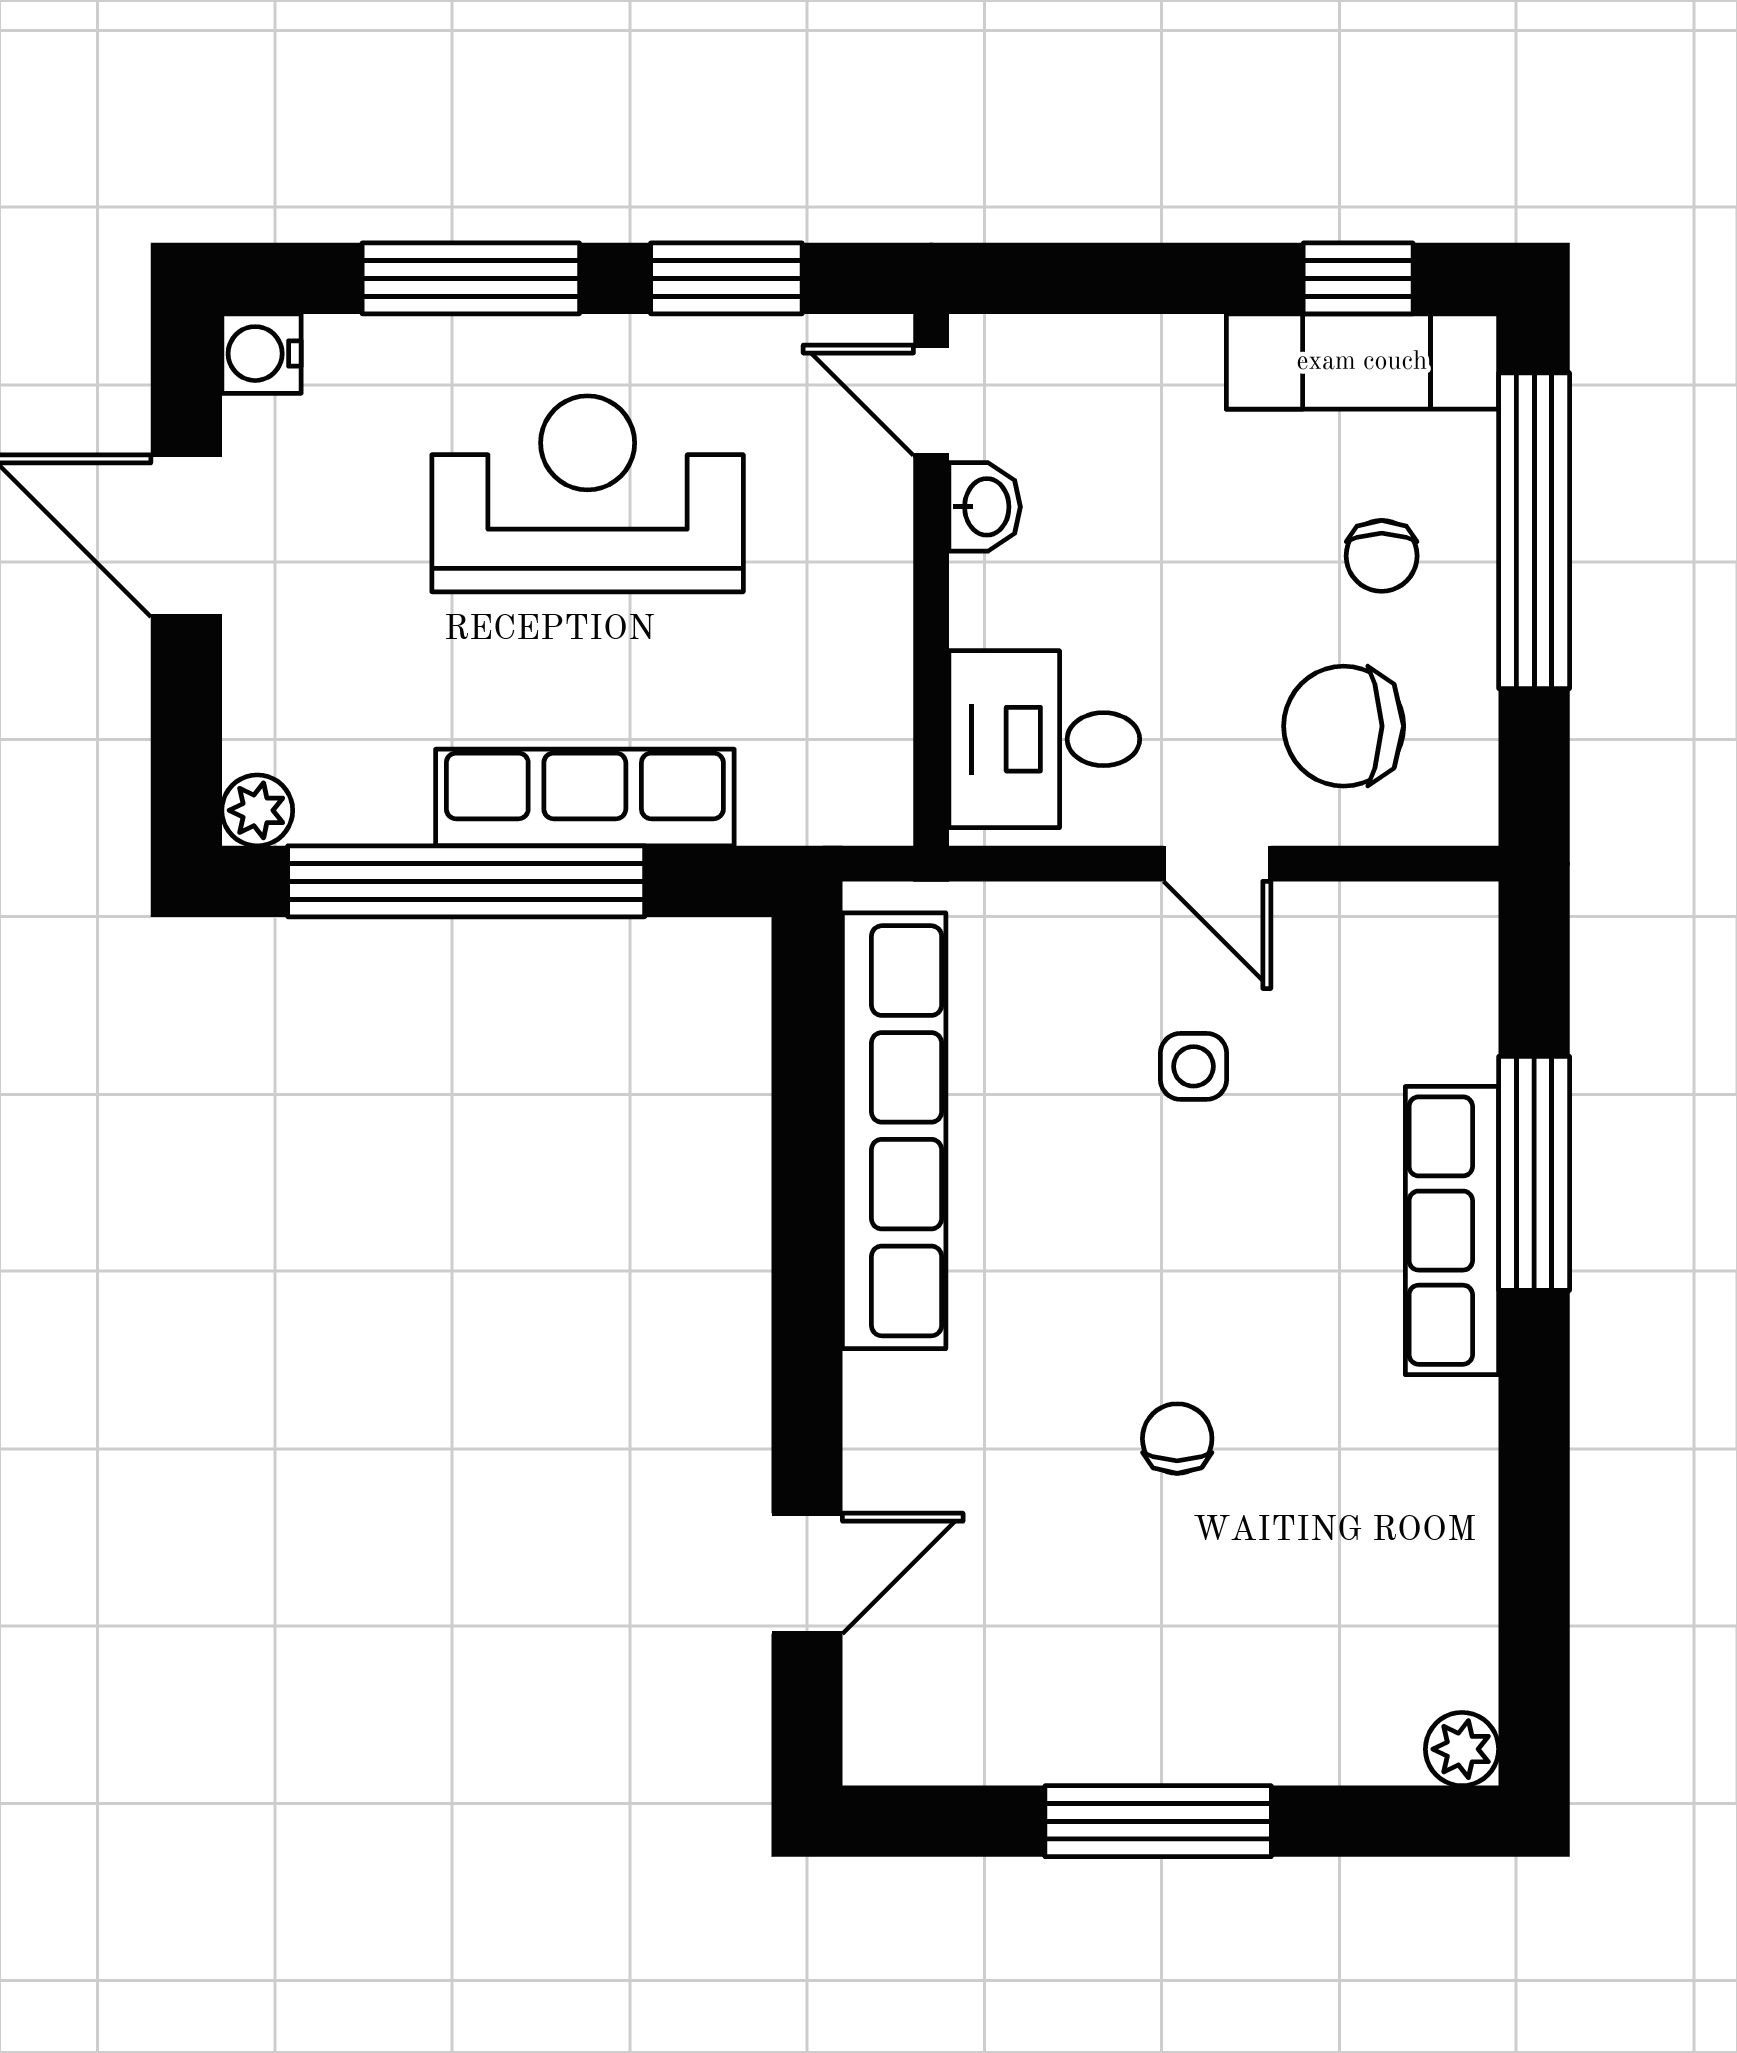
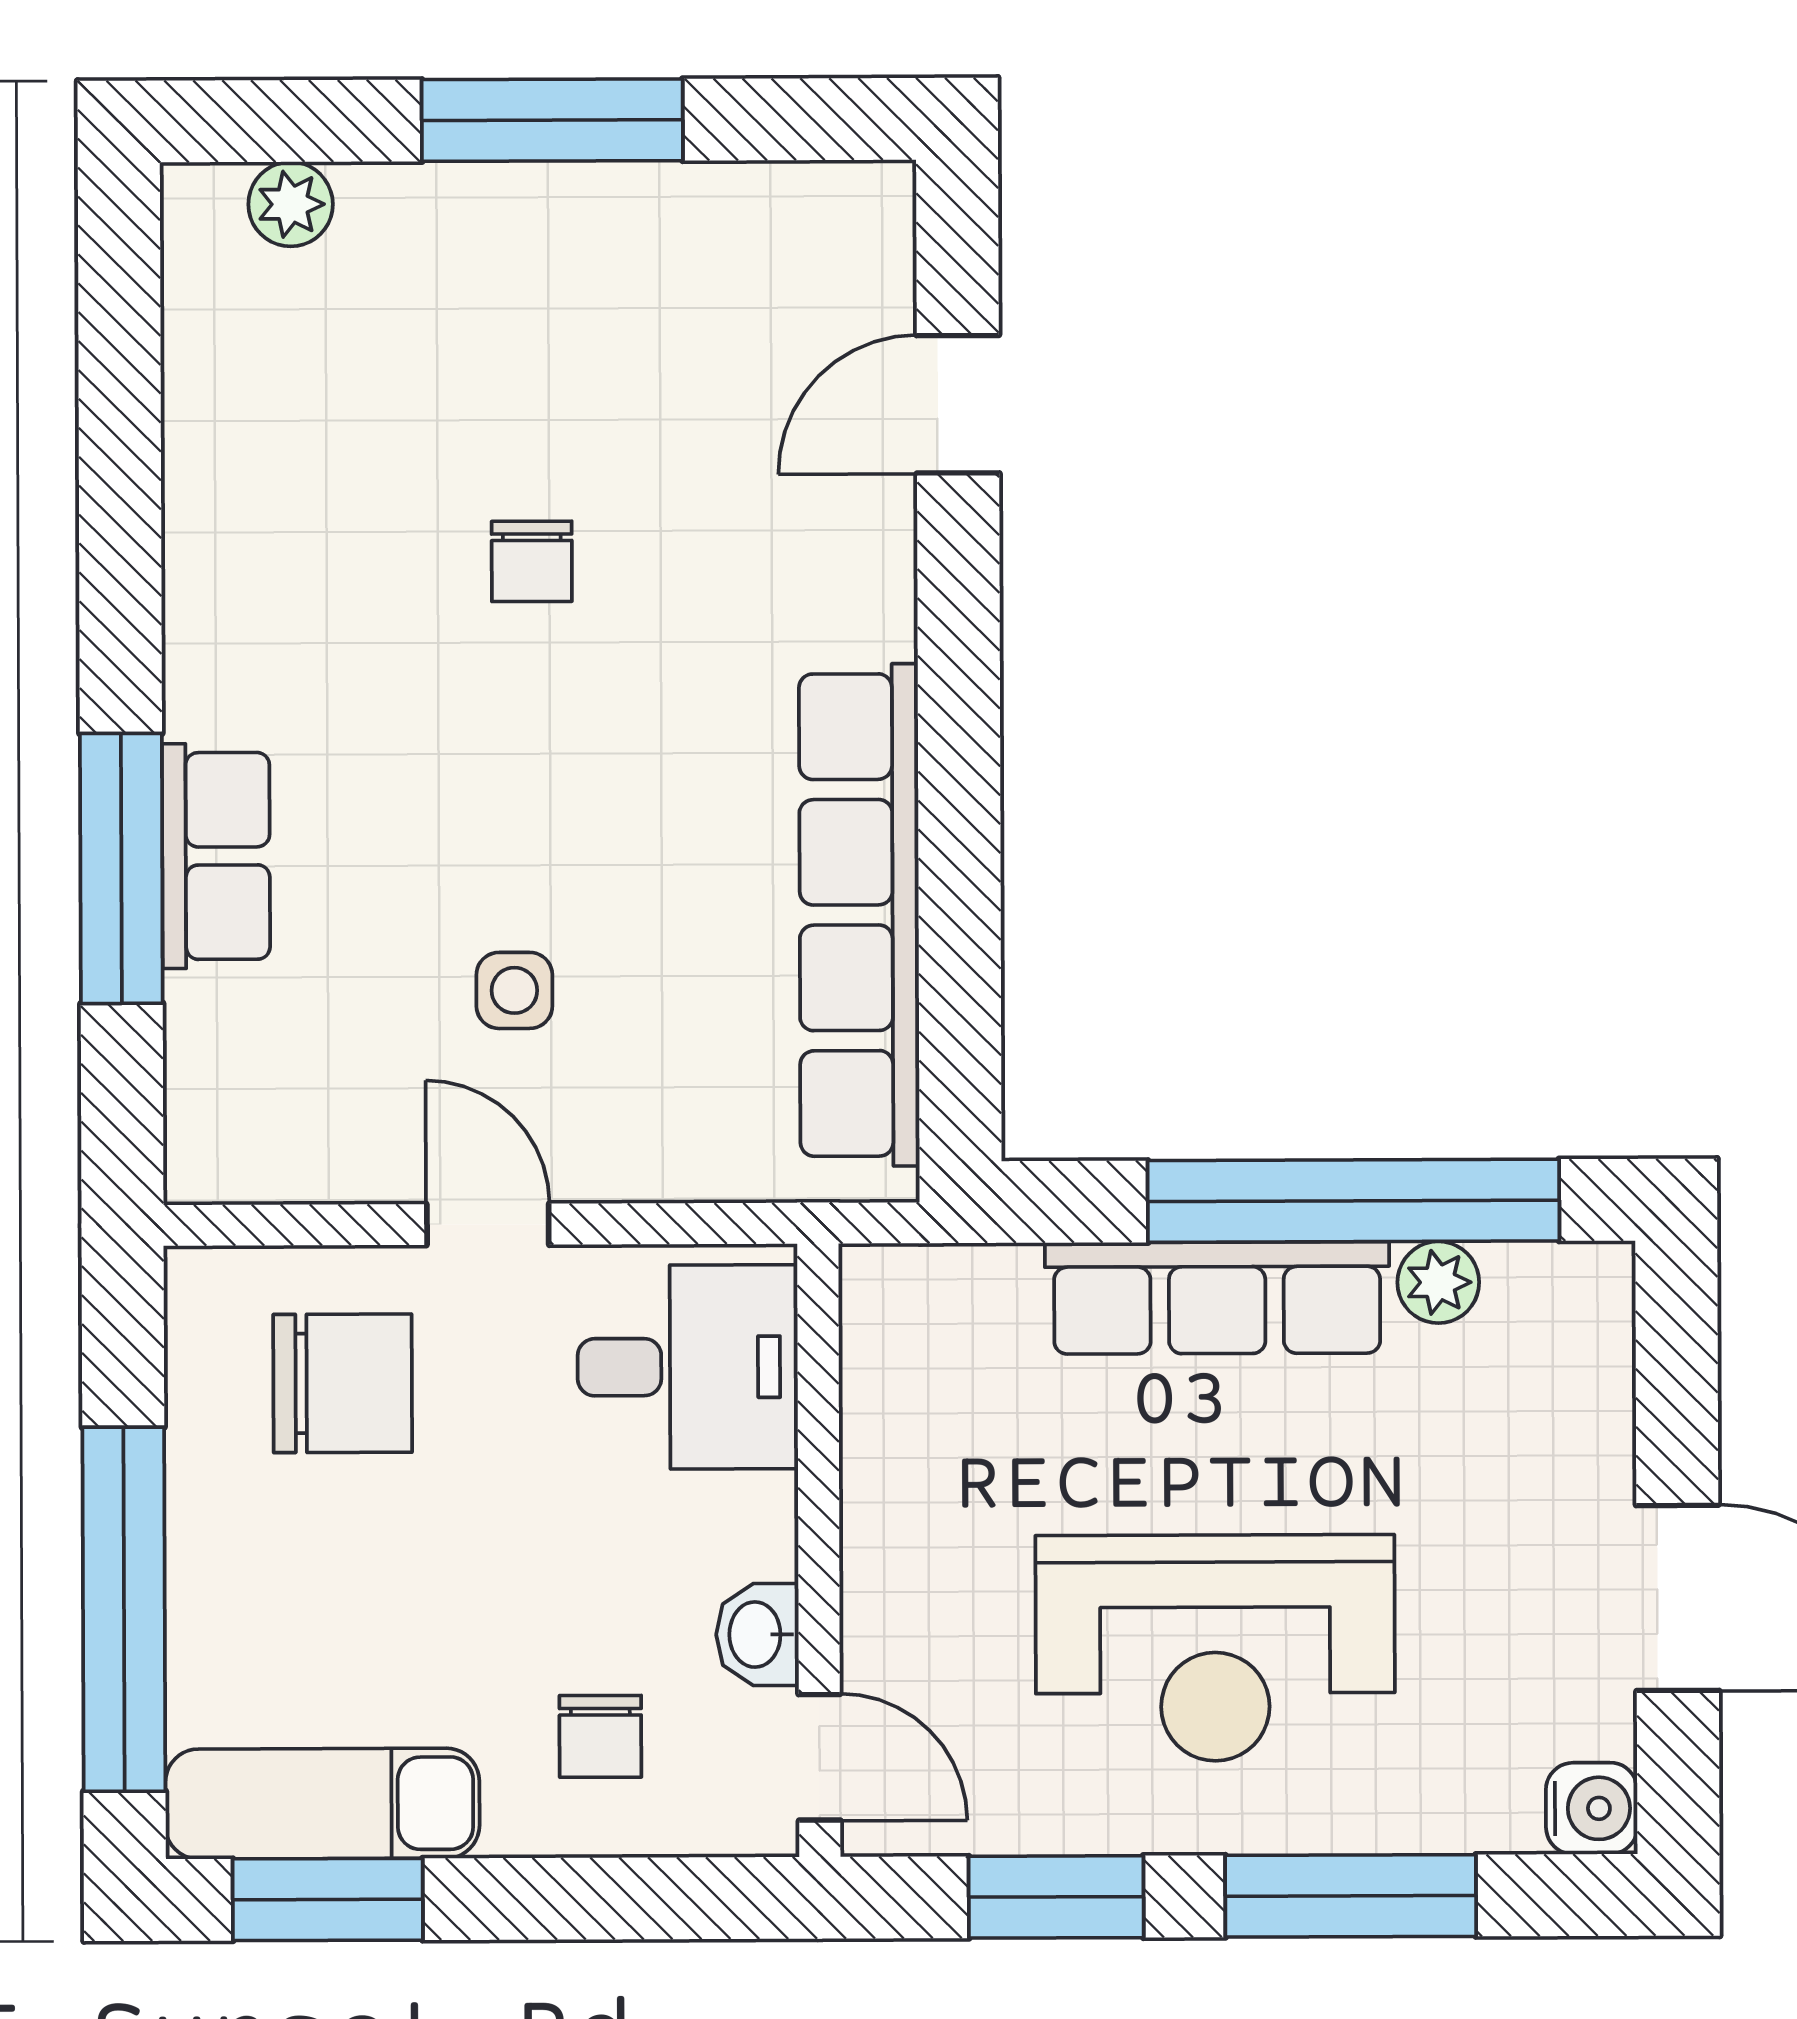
window: (1358, 278) -> (328, 1899), width x1.50
chair: (1382, 556) -> (600, 1736), moved, turned 180
plant: (257, 810) -> (1438, 1282), moved
row of seats: (1452, 1231) -> (216, 856), width x0.68
plant: (1462, 1749) -> (291, 204), moved

